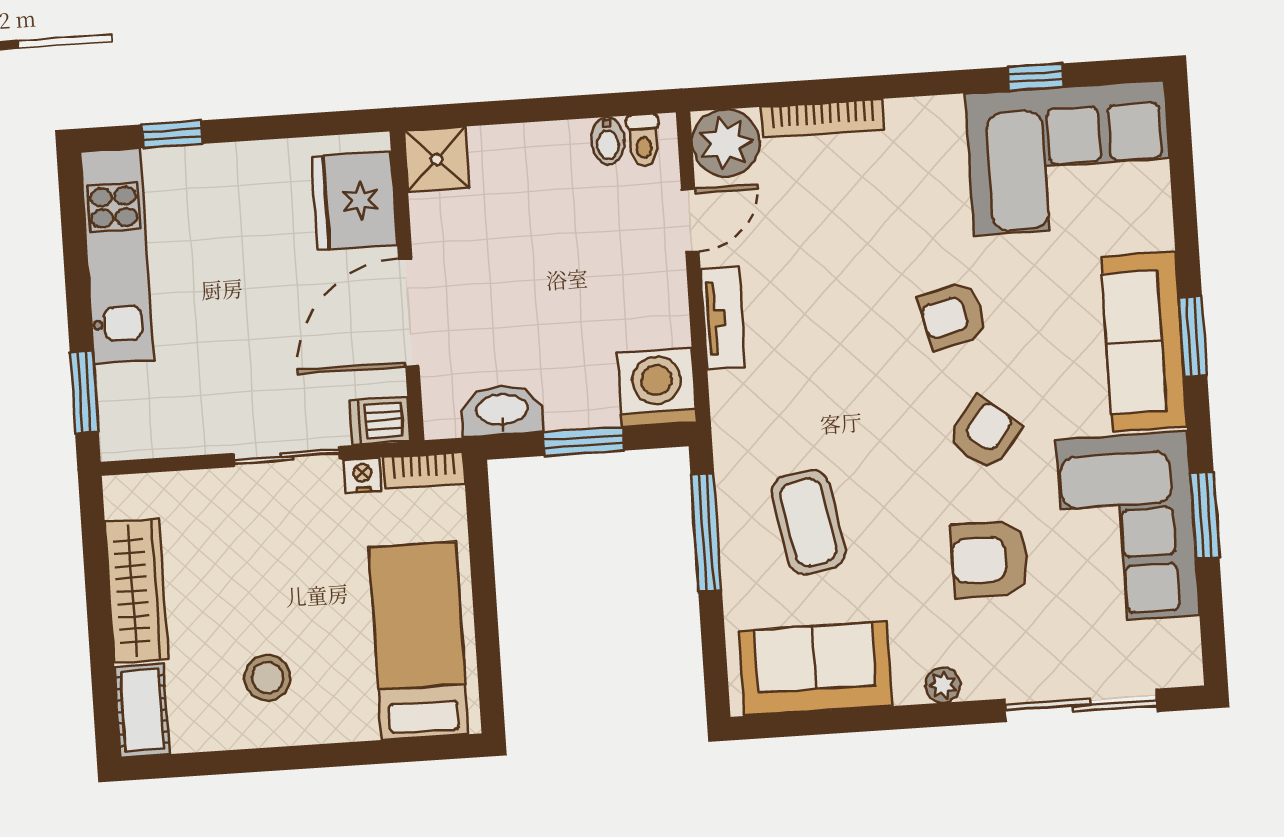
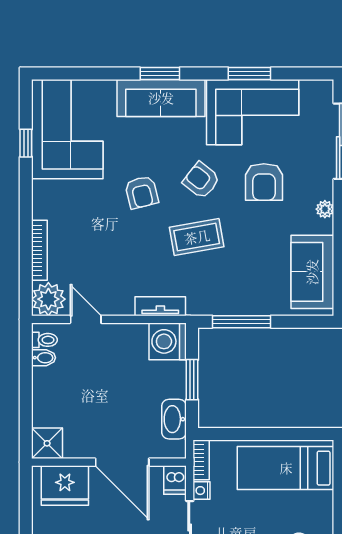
tv unit: (723, 318) -> (160, 306), moved
coffee table: (808, 522) -> (197, 237), moved

